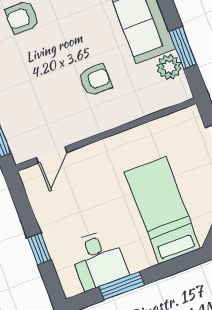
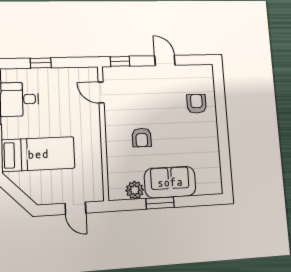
window: (183, 48) -> (160, 203), moved

